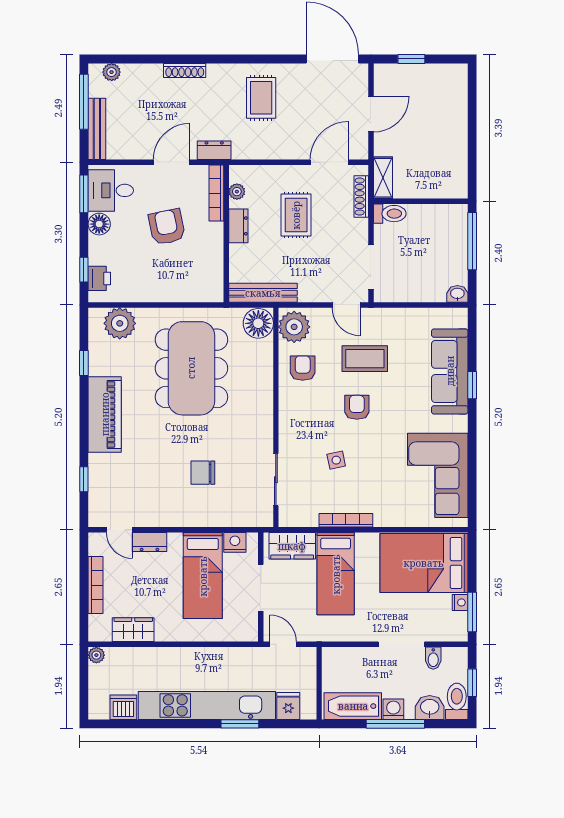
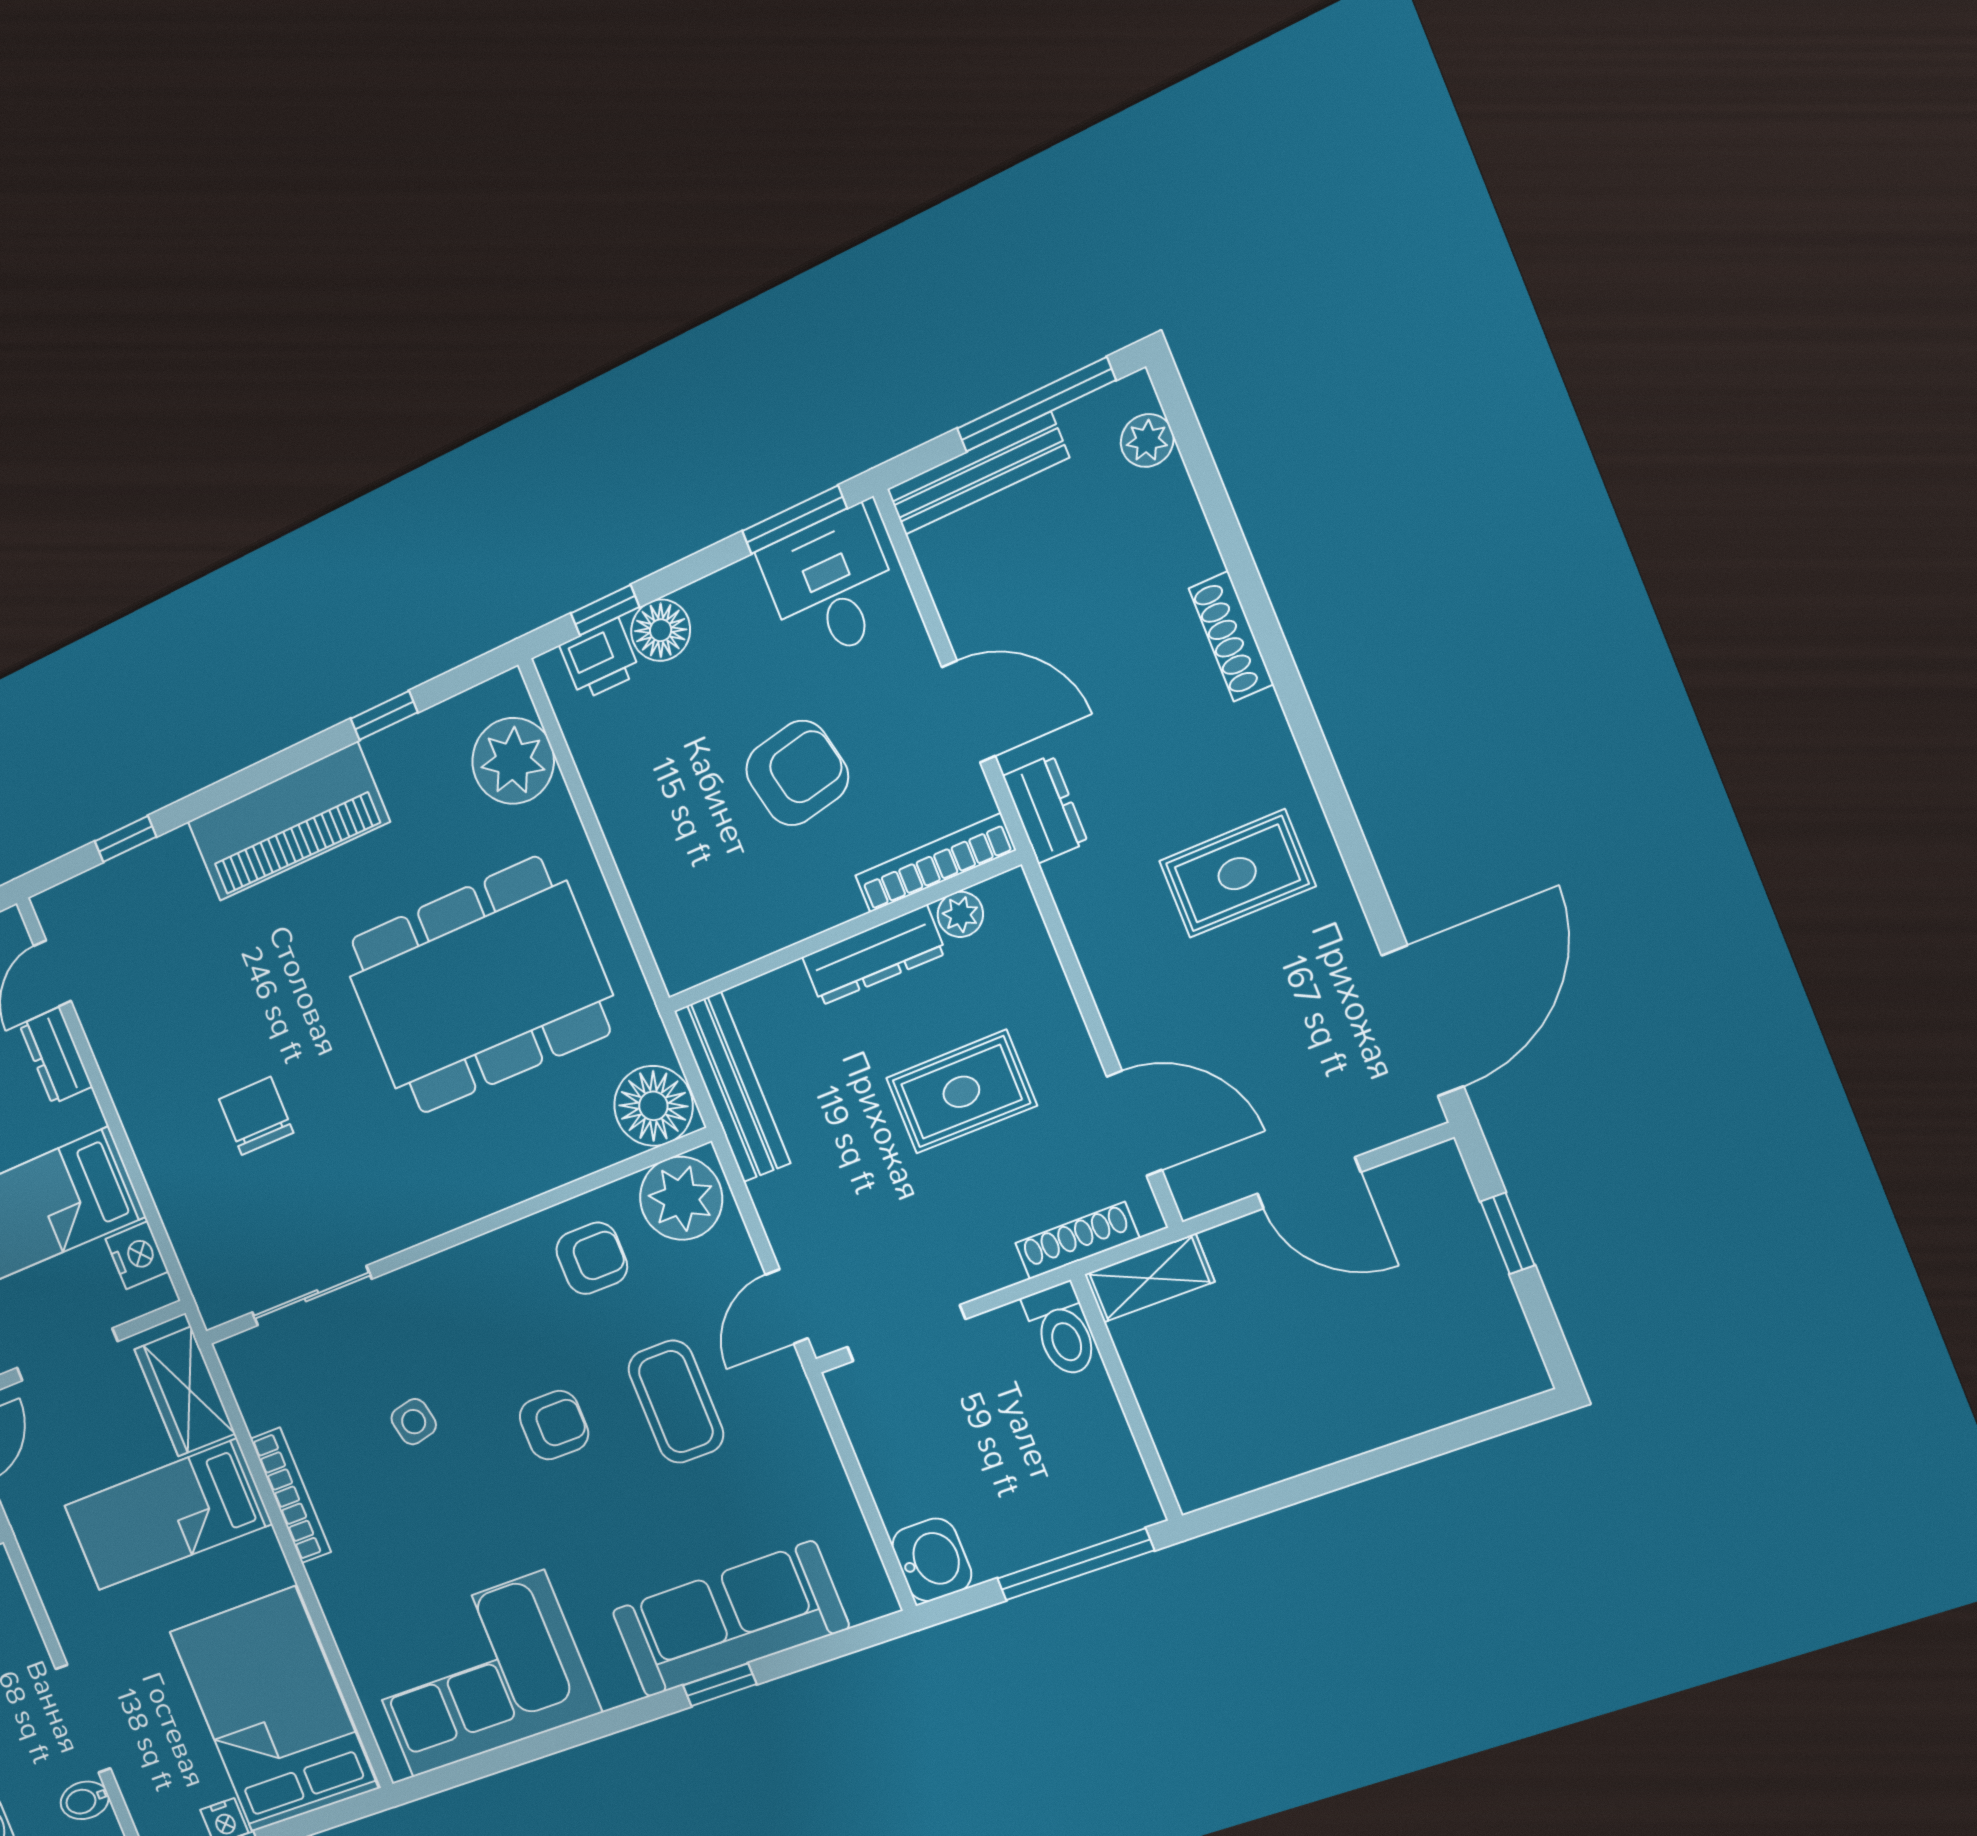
floor lamp: (99, 224) -> (661, 630), moved
dresser: (238, 226) -> (874, 955), width x1.44
washbasin: (457, 294) -> (932, 1560), width x1.38, depth x1.45

